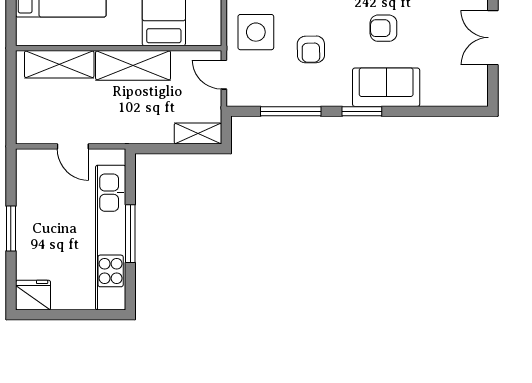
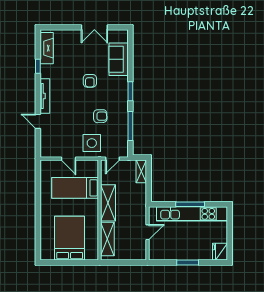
sofa: (386, 87) -> (119, 59), moved

